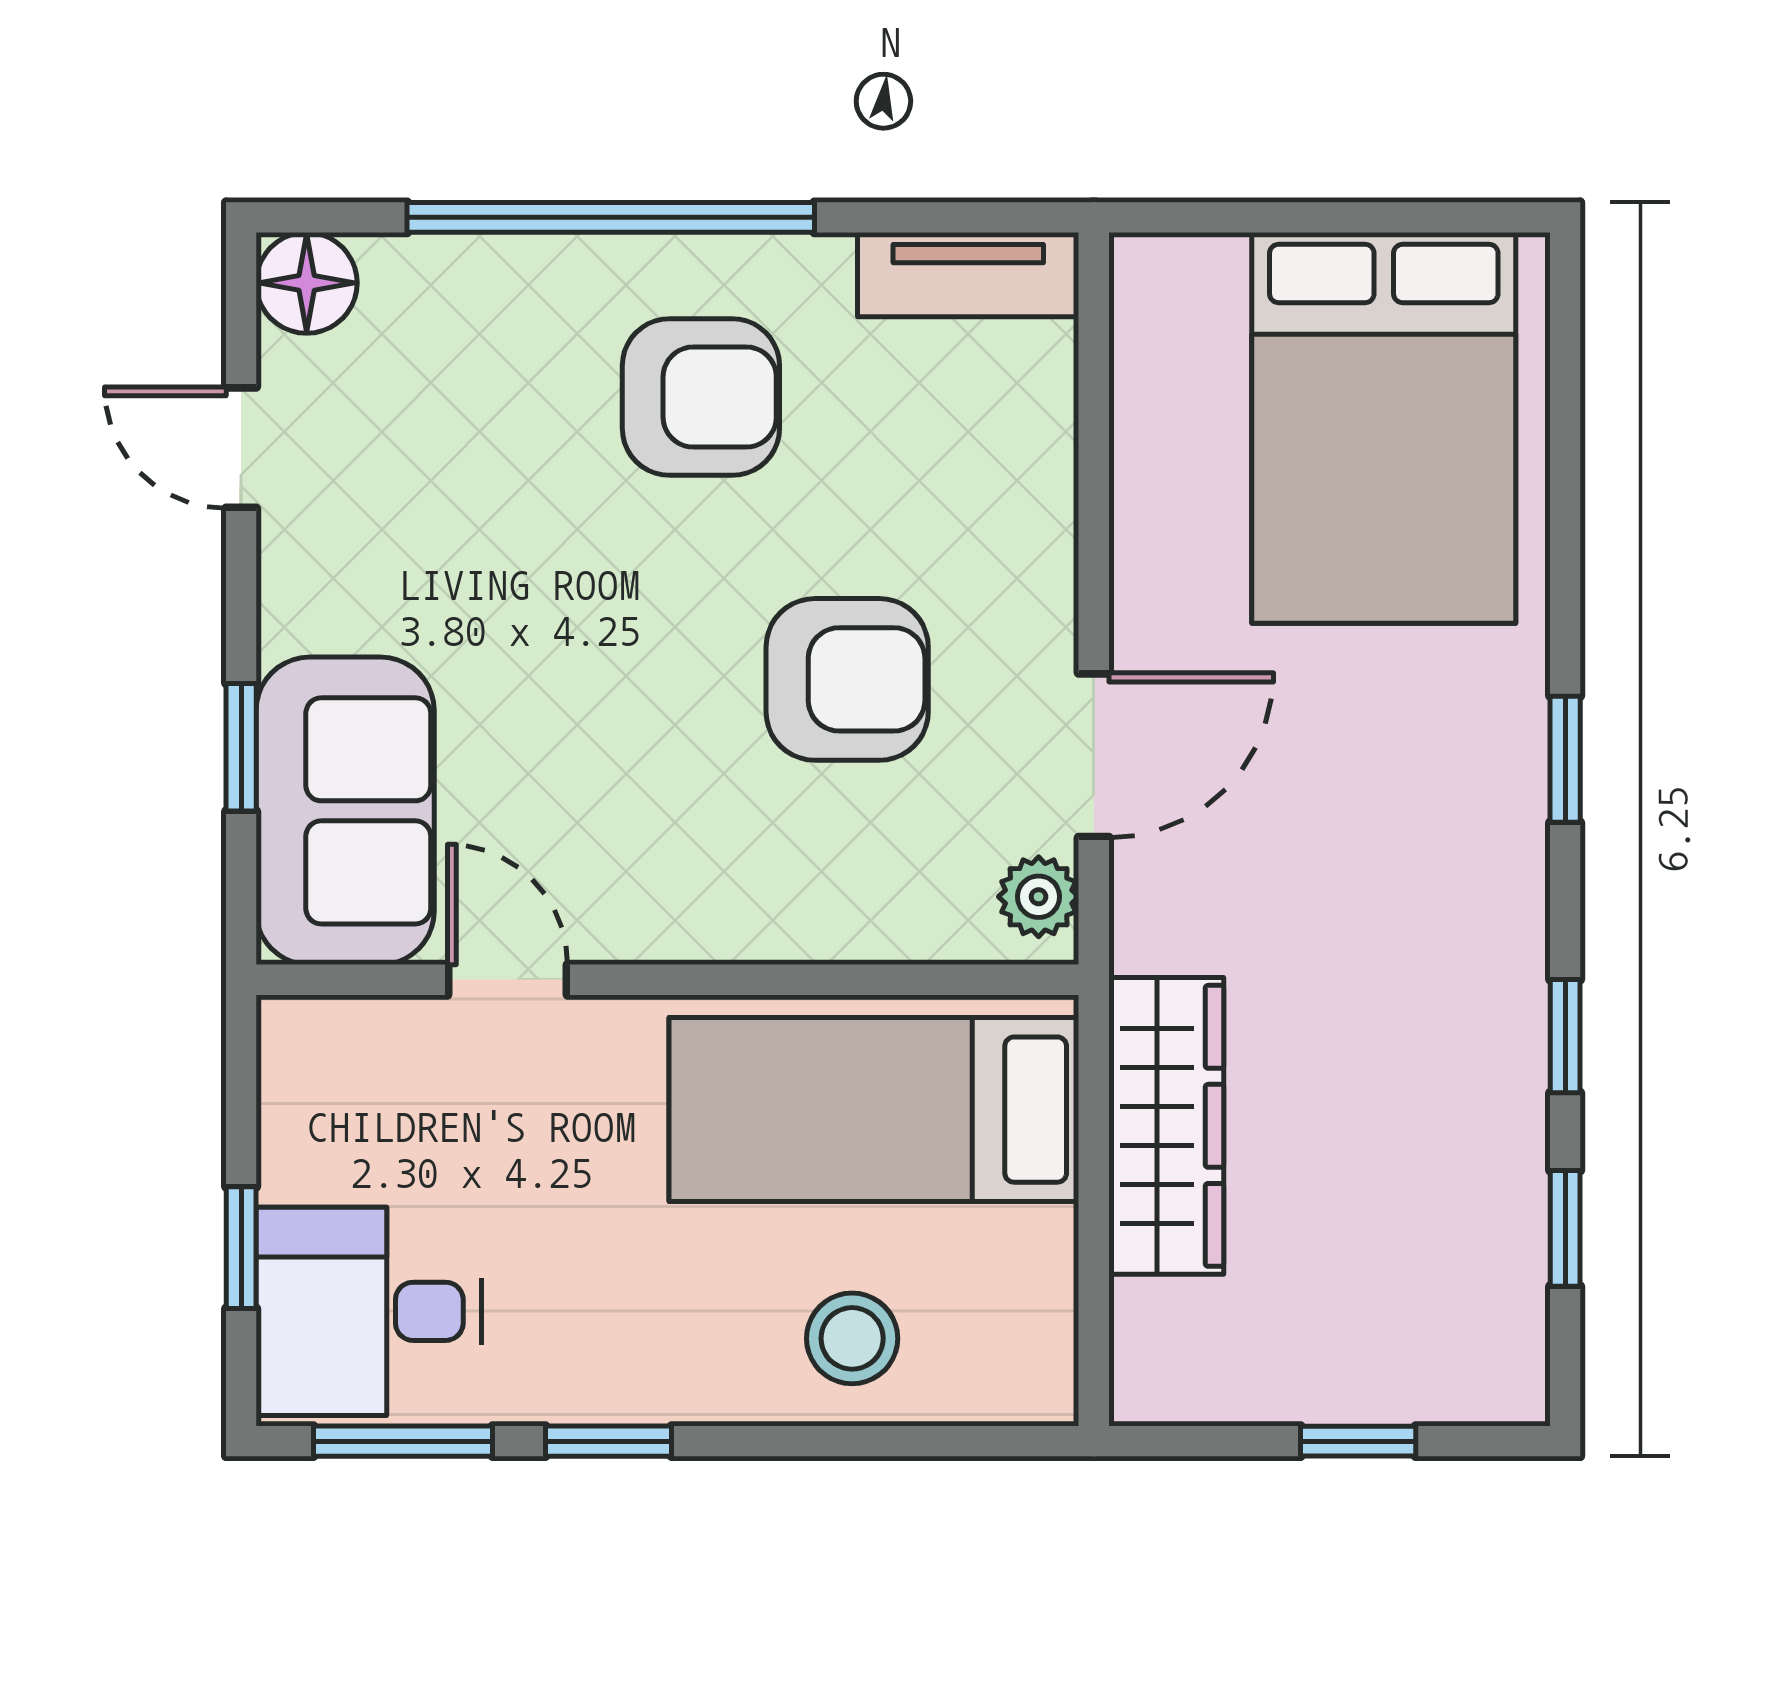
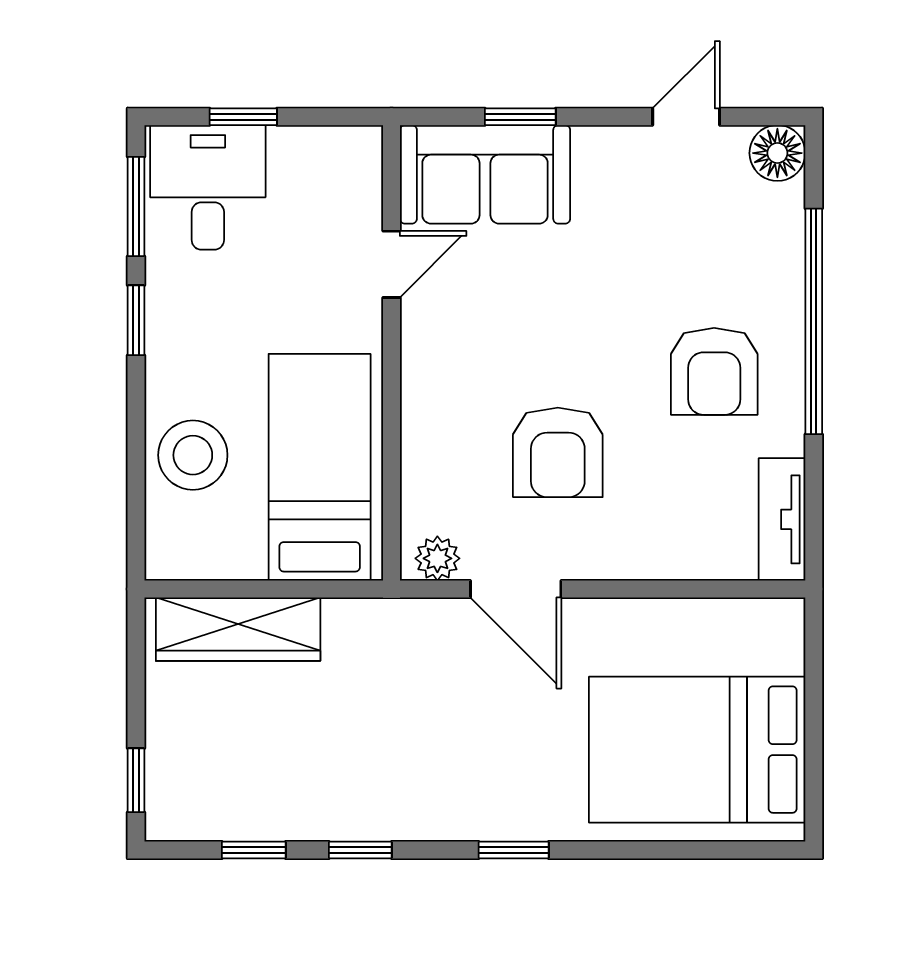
wardrobe: (1166, 1126) -> (238, 629), moved
stool: (852, 1338) -> (193, 455), width x1.38, depth x1.38
window: (1358, 1441) -> (136, 780), moved

